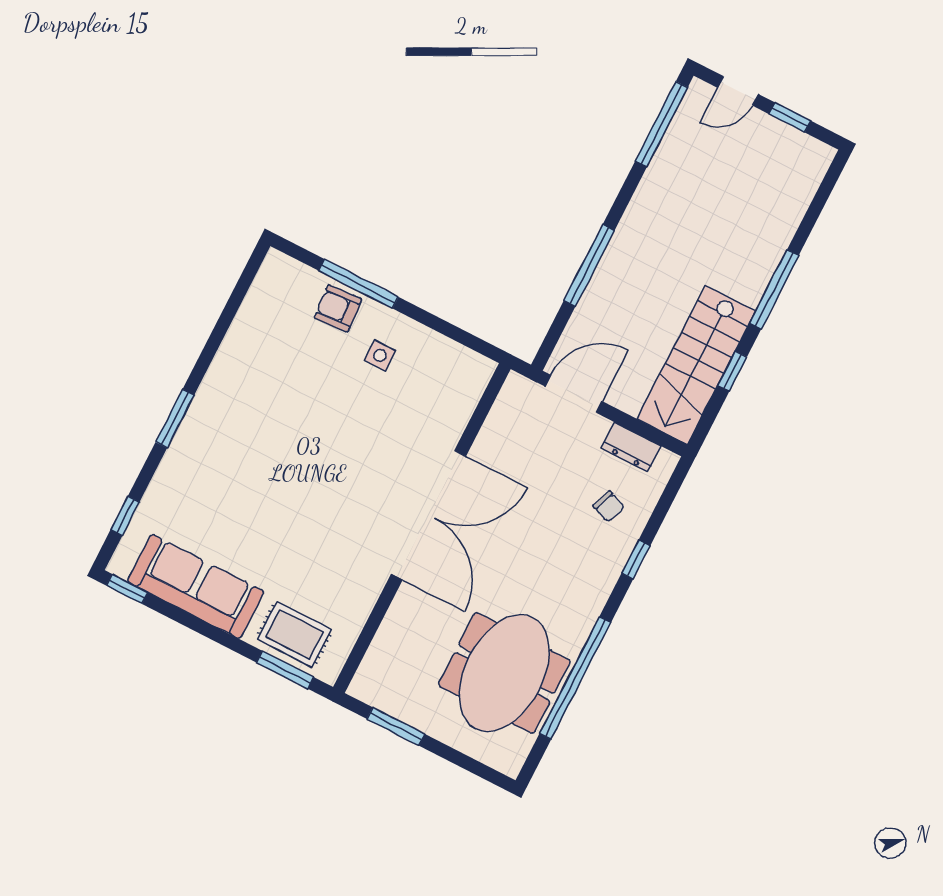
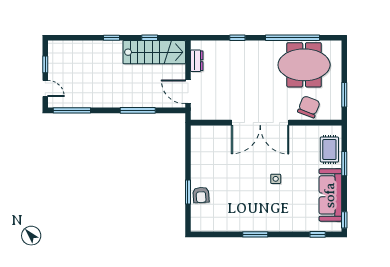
window: (359, 284) -> (188, 192), width x0.69
window: (774, 289) -> (112, 38), width x0.46
side table: (380, 356) -> (276, 179), moved
window: (175, 419) -> (255, 234), moved
chair: (609, 506) -> (309, 107), moved, width x1.87, depth x1.87
double door: (428, 515) -> (260, 123), swing flipped
window: (285, 670) -> (344, 164), moved

